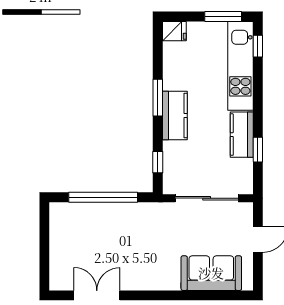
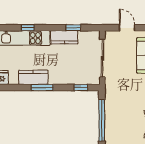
window: (258, 46) -> (28, 28), moved
kitchen counter: (175, 116) -> (33, 77), moved

